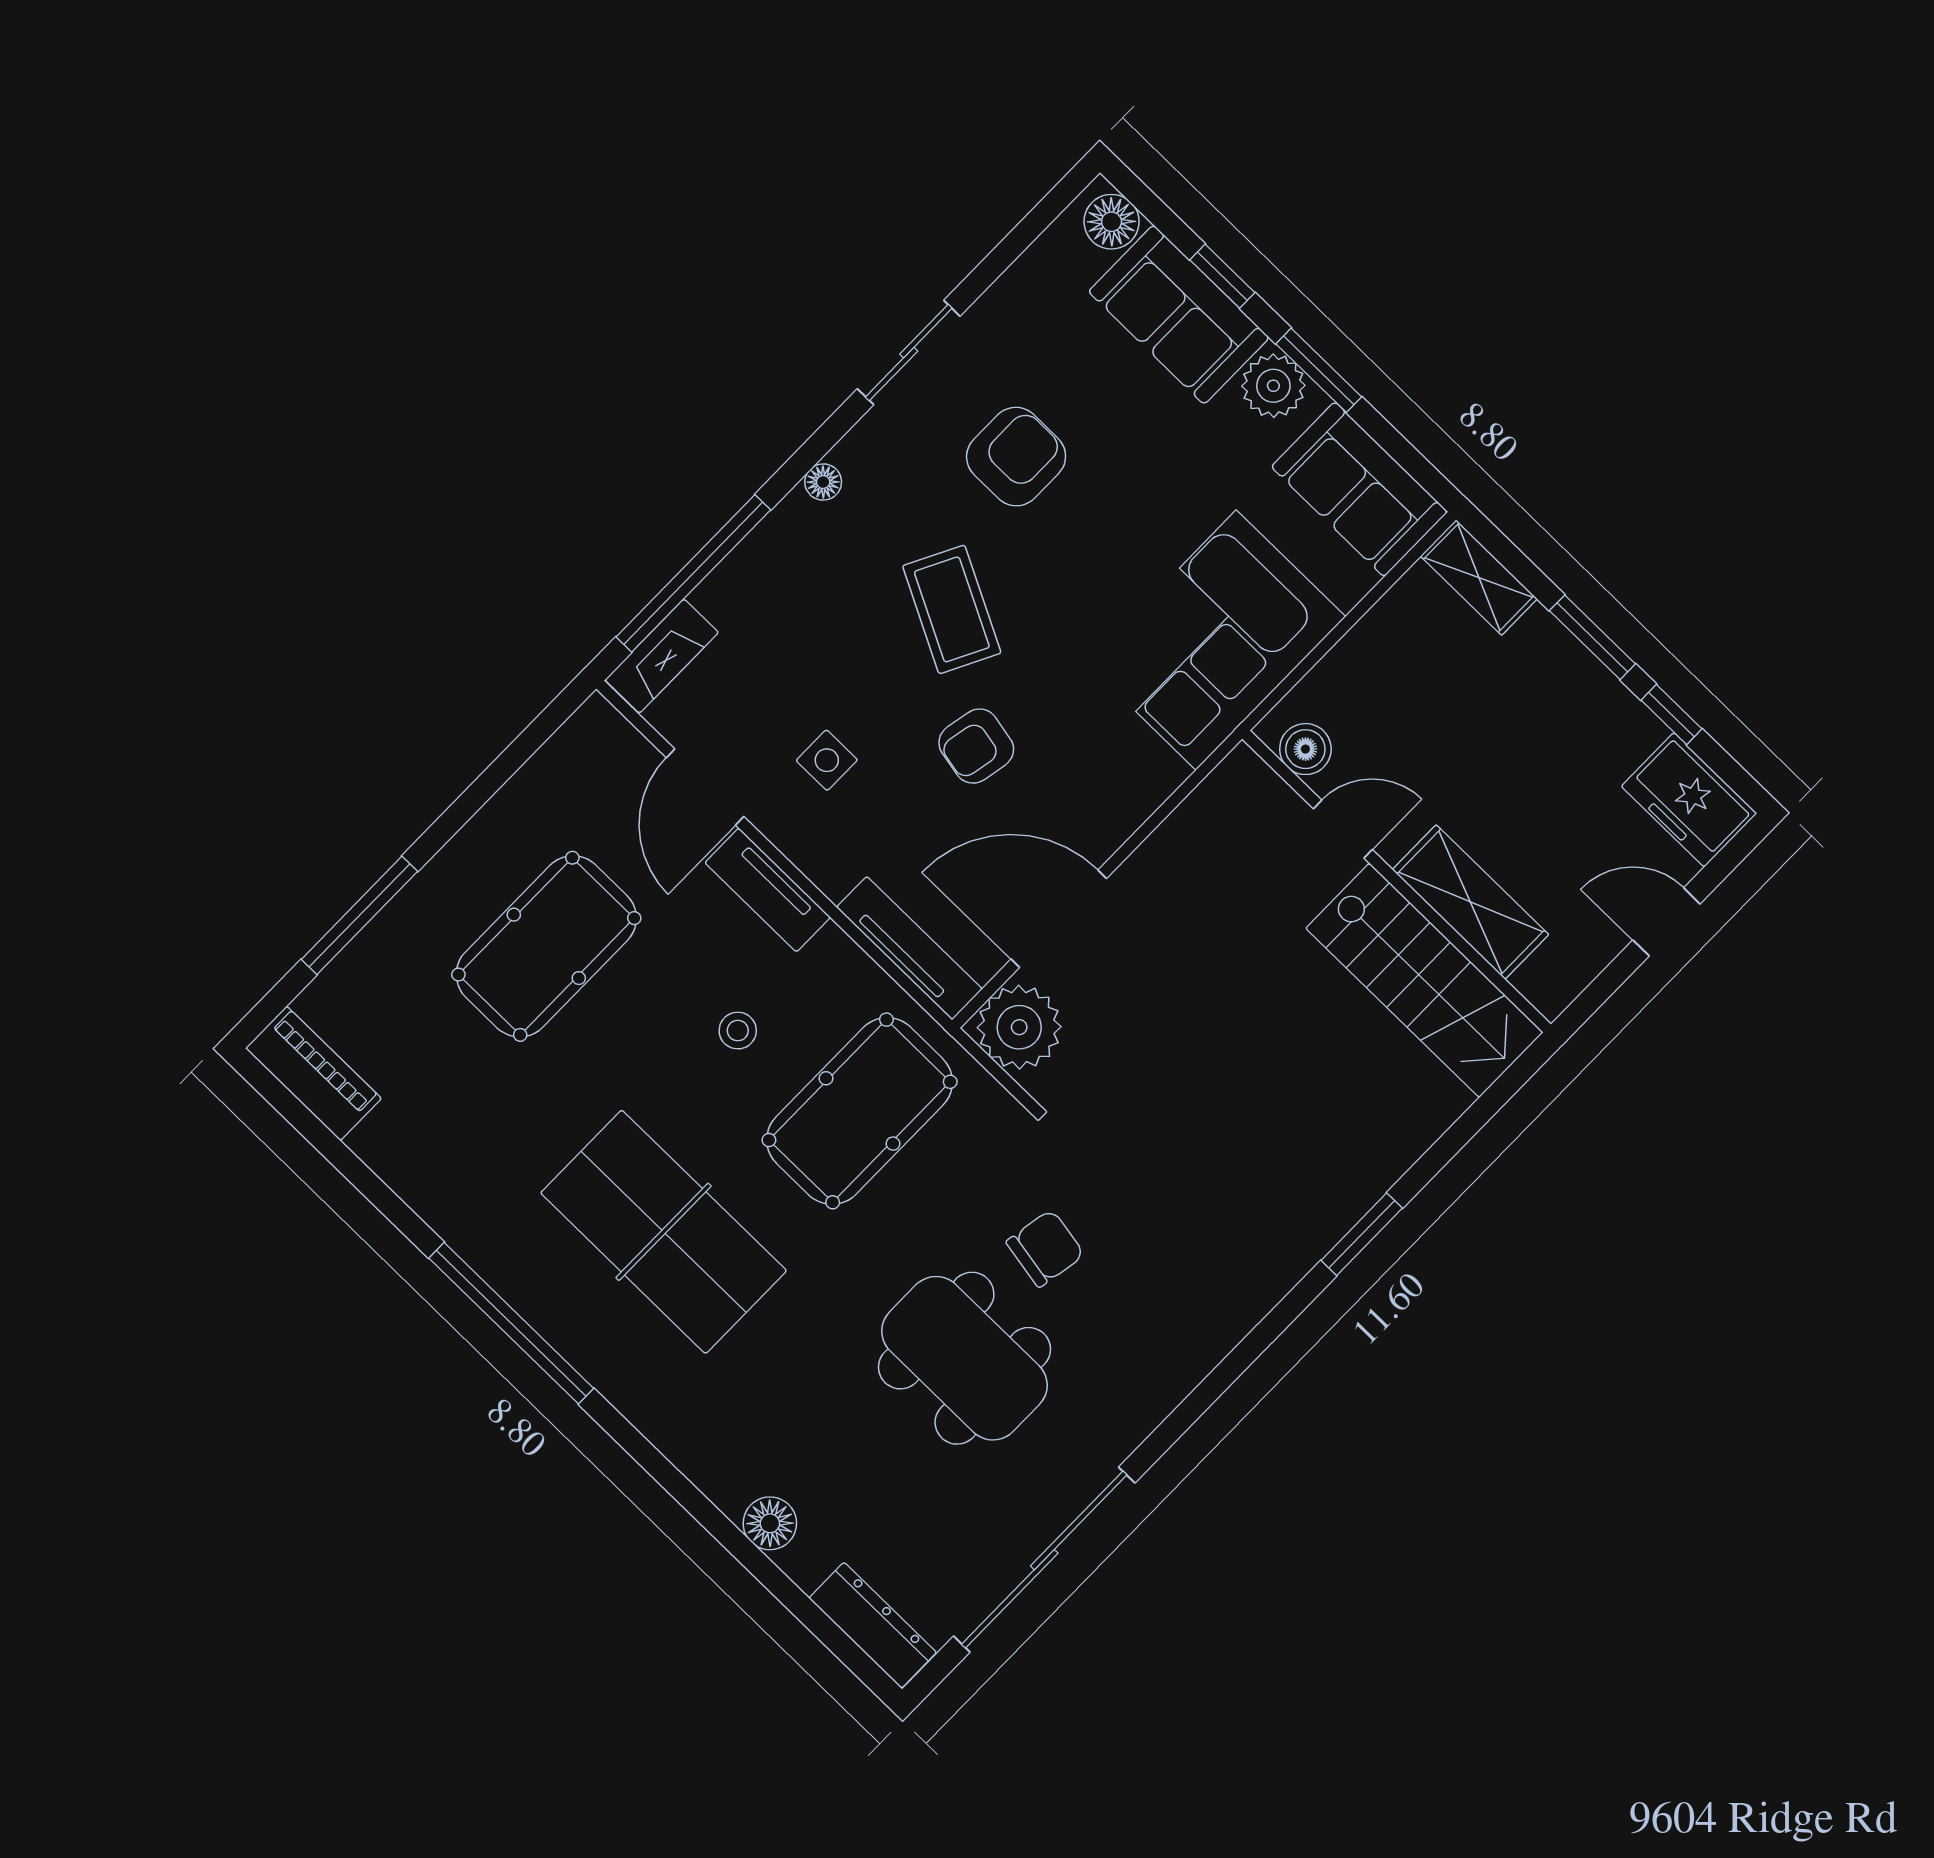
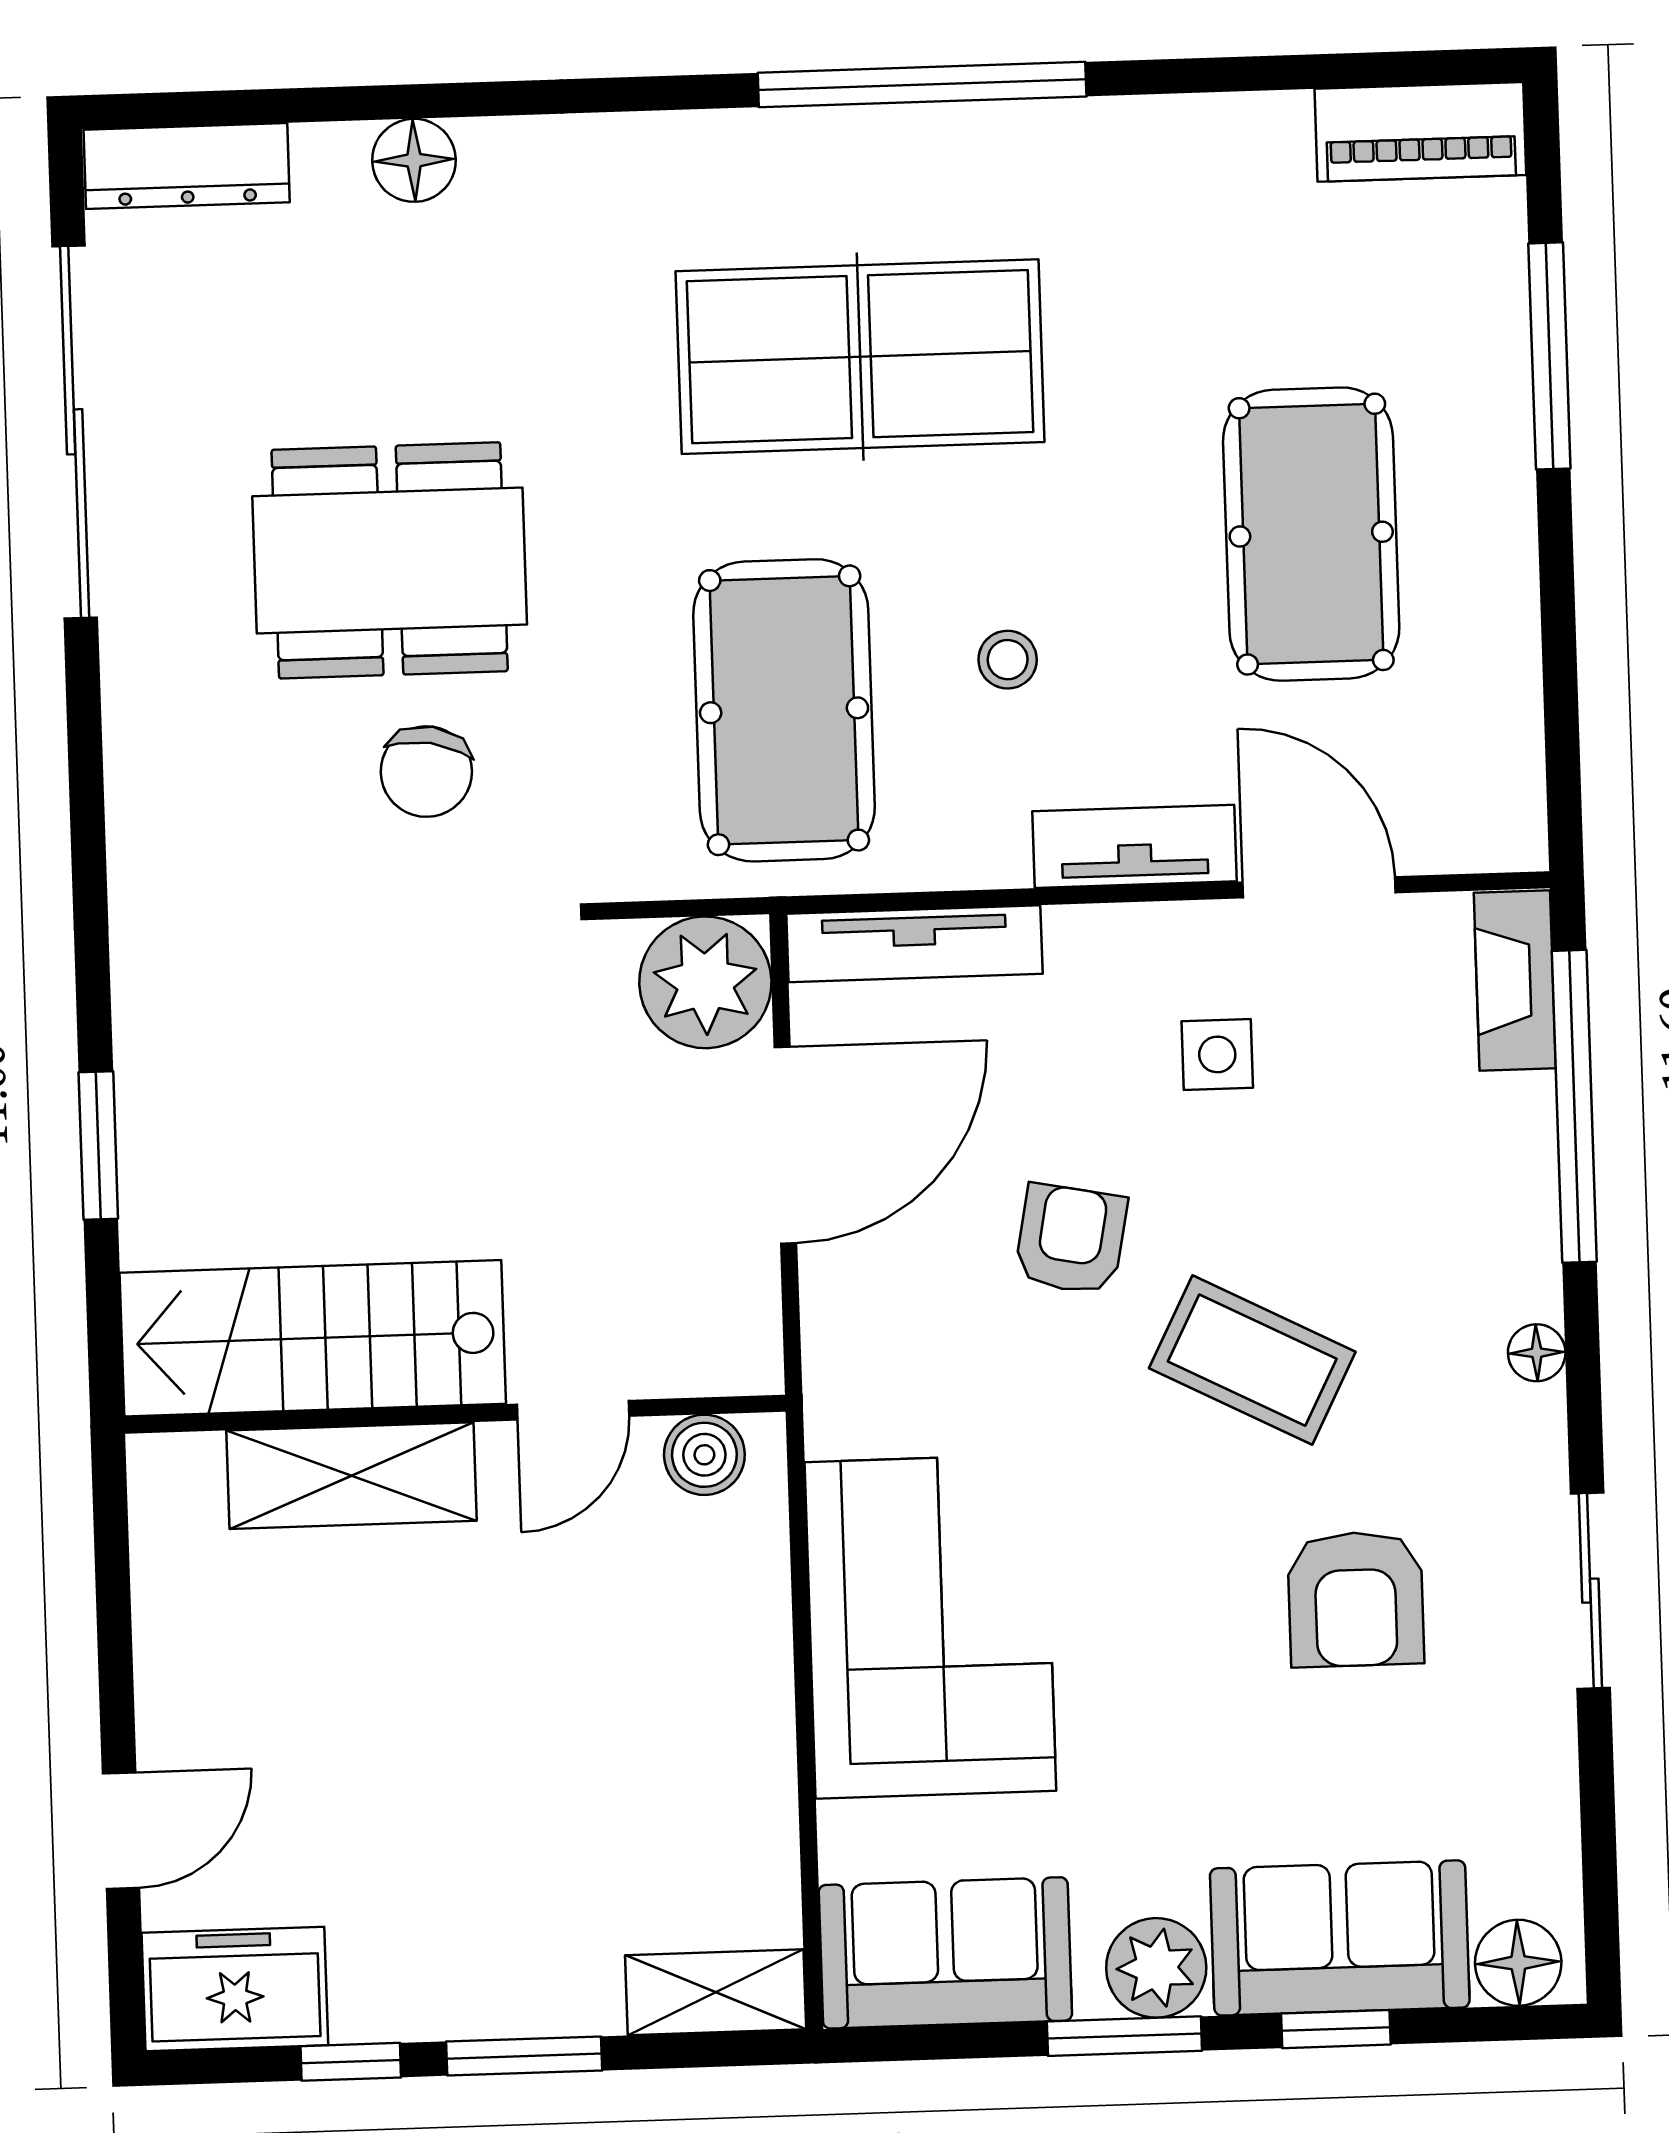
boiler: (1305, 749) -> (704, 1455), moved
door: (1343, 829) -> (573, 1410), moved
wall: (1397, 882) -> (455, 1414), moved
shelving: (1471, 902) -> (351, 1476), moved
stairs: (1424, 980) -> (313, 1338), moved

